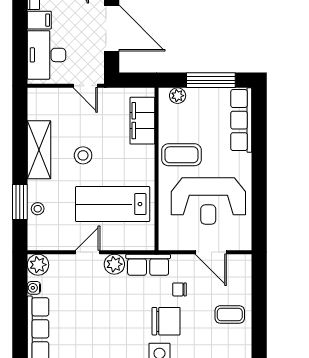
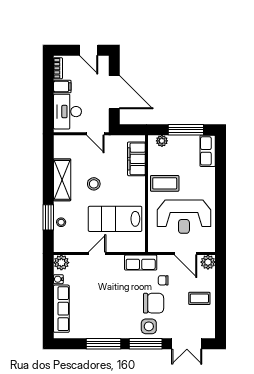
row of seats: (241, 120) -> (208, 151), width x0.68
plant: (114, 264) -> (208, 262), moved

